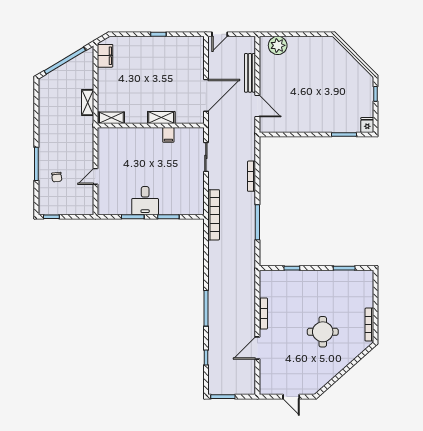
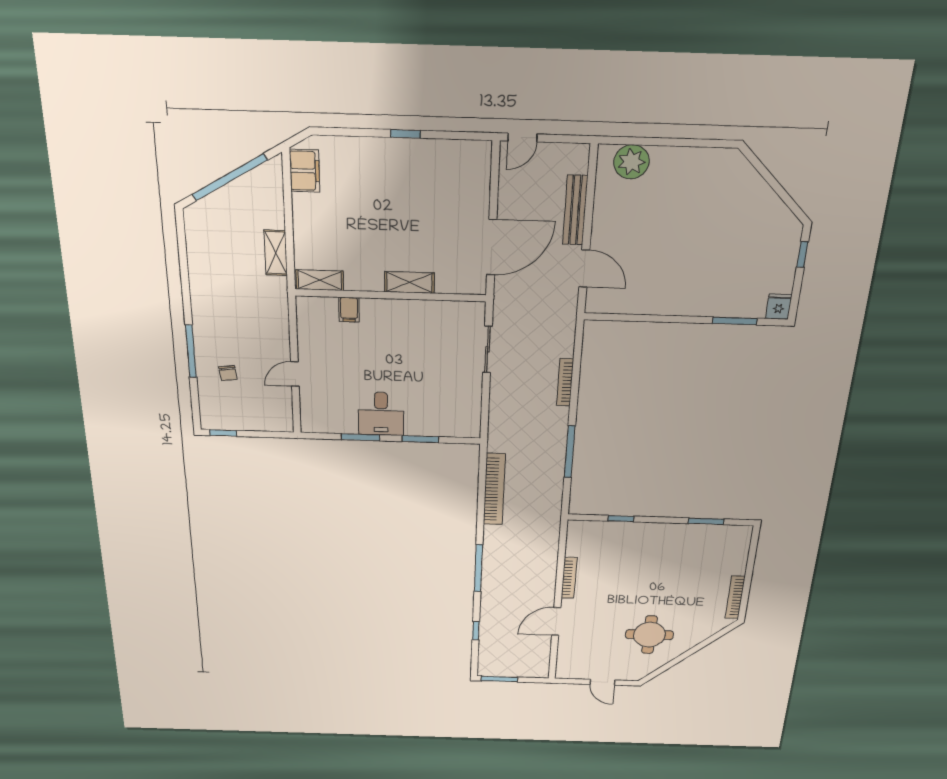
filing cabinet: (168, 135) -> (349, 310), moved
bookcase: (214, 215) -> (494, 489), moved
round table: (323, 332) -> (649, 635), moved

